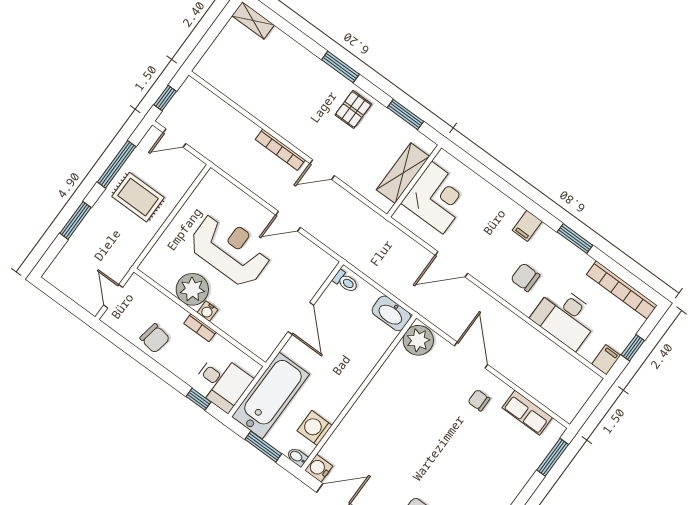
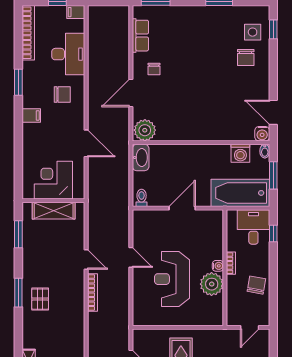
pallet: (353, 109) -> (40, 299), moved, turned 90
chair: (525, 277) -> (62, 95), turned -90

